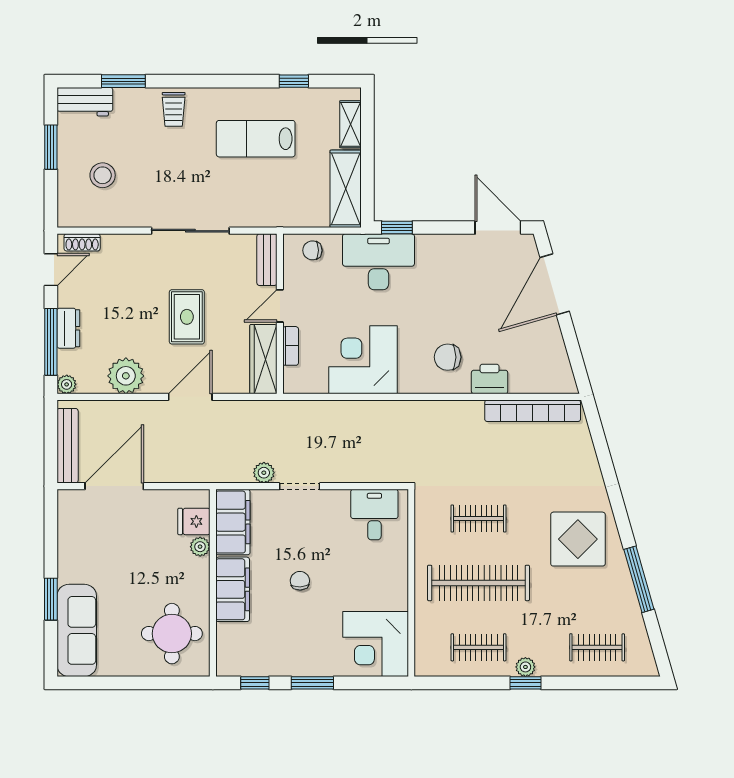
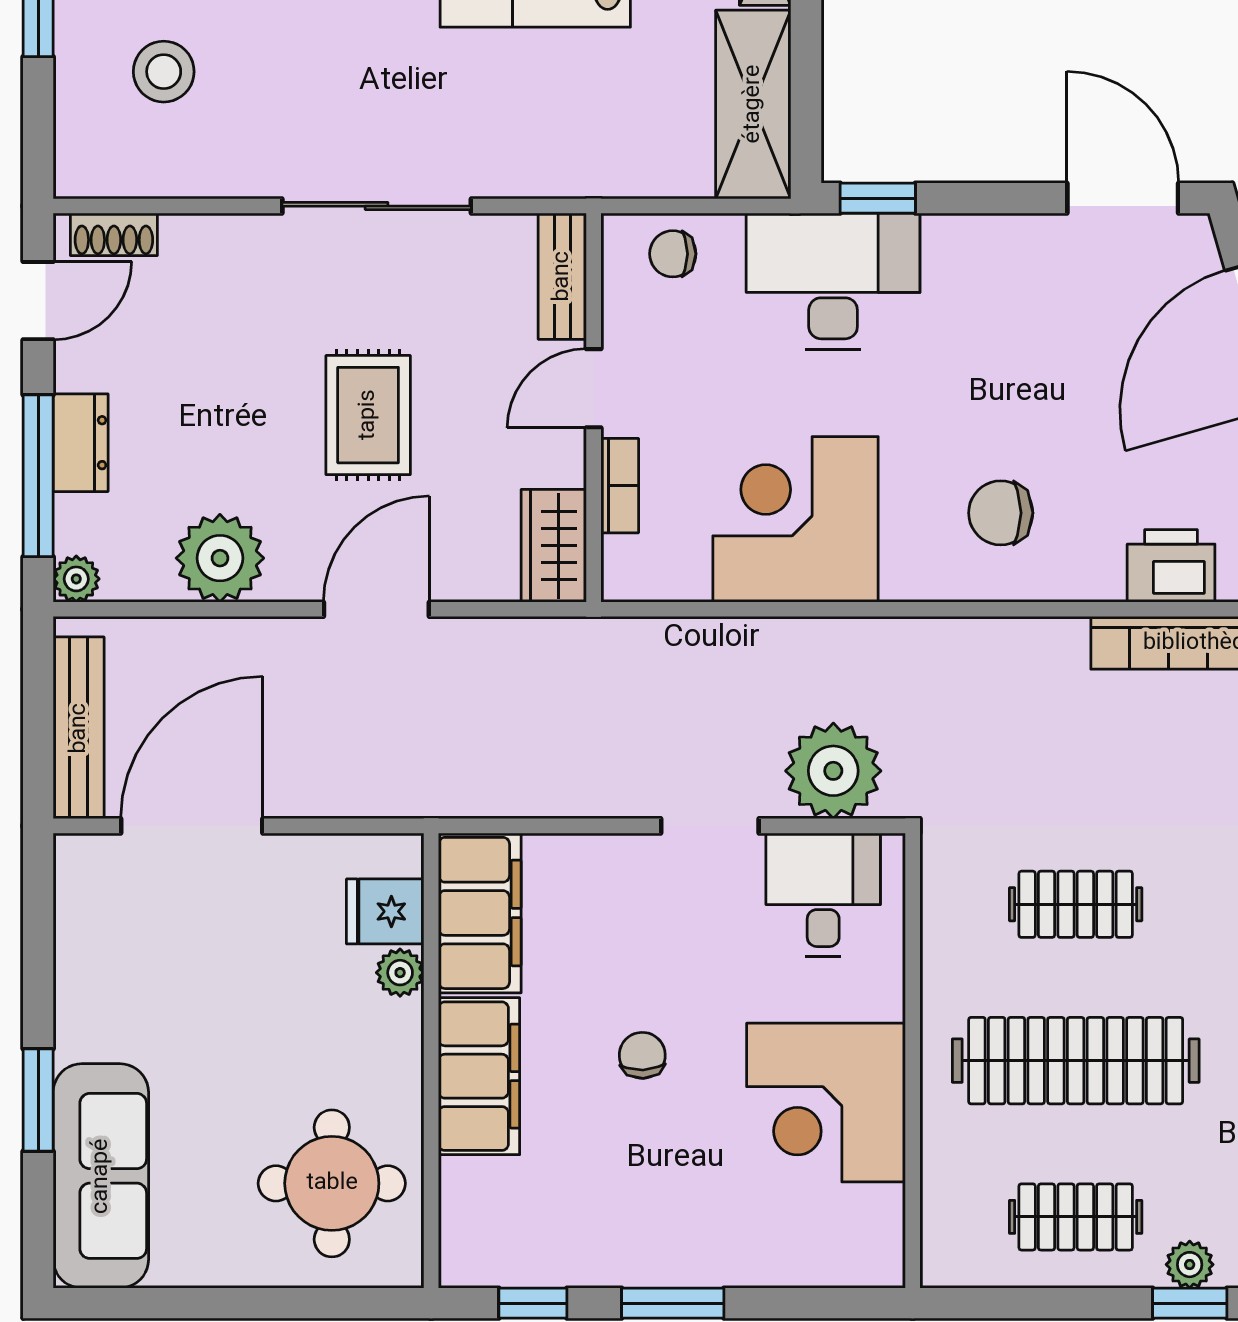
wardrobe: (263, 359) -> (554, 546), width x0.67
printer: (490, 379) -> (1171, 566), moved
plant: (264, 473) -> (833, 771), moved, width x1.88, depth x1.88
doorway: (300, 486) -> (710, 826), moved
corner desk: (376, 644) -> (826, 1103), moved

